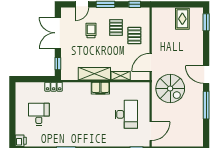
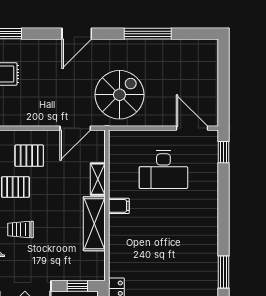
door: (151, 63) -> (75, 128), hinge flipped
door: (206, 74) -> (77, 34), moved
filing cabinet: (100, 88) -> (119, 206), width x0.50
desk: (126, 114) -> (163, 170), turned 180

